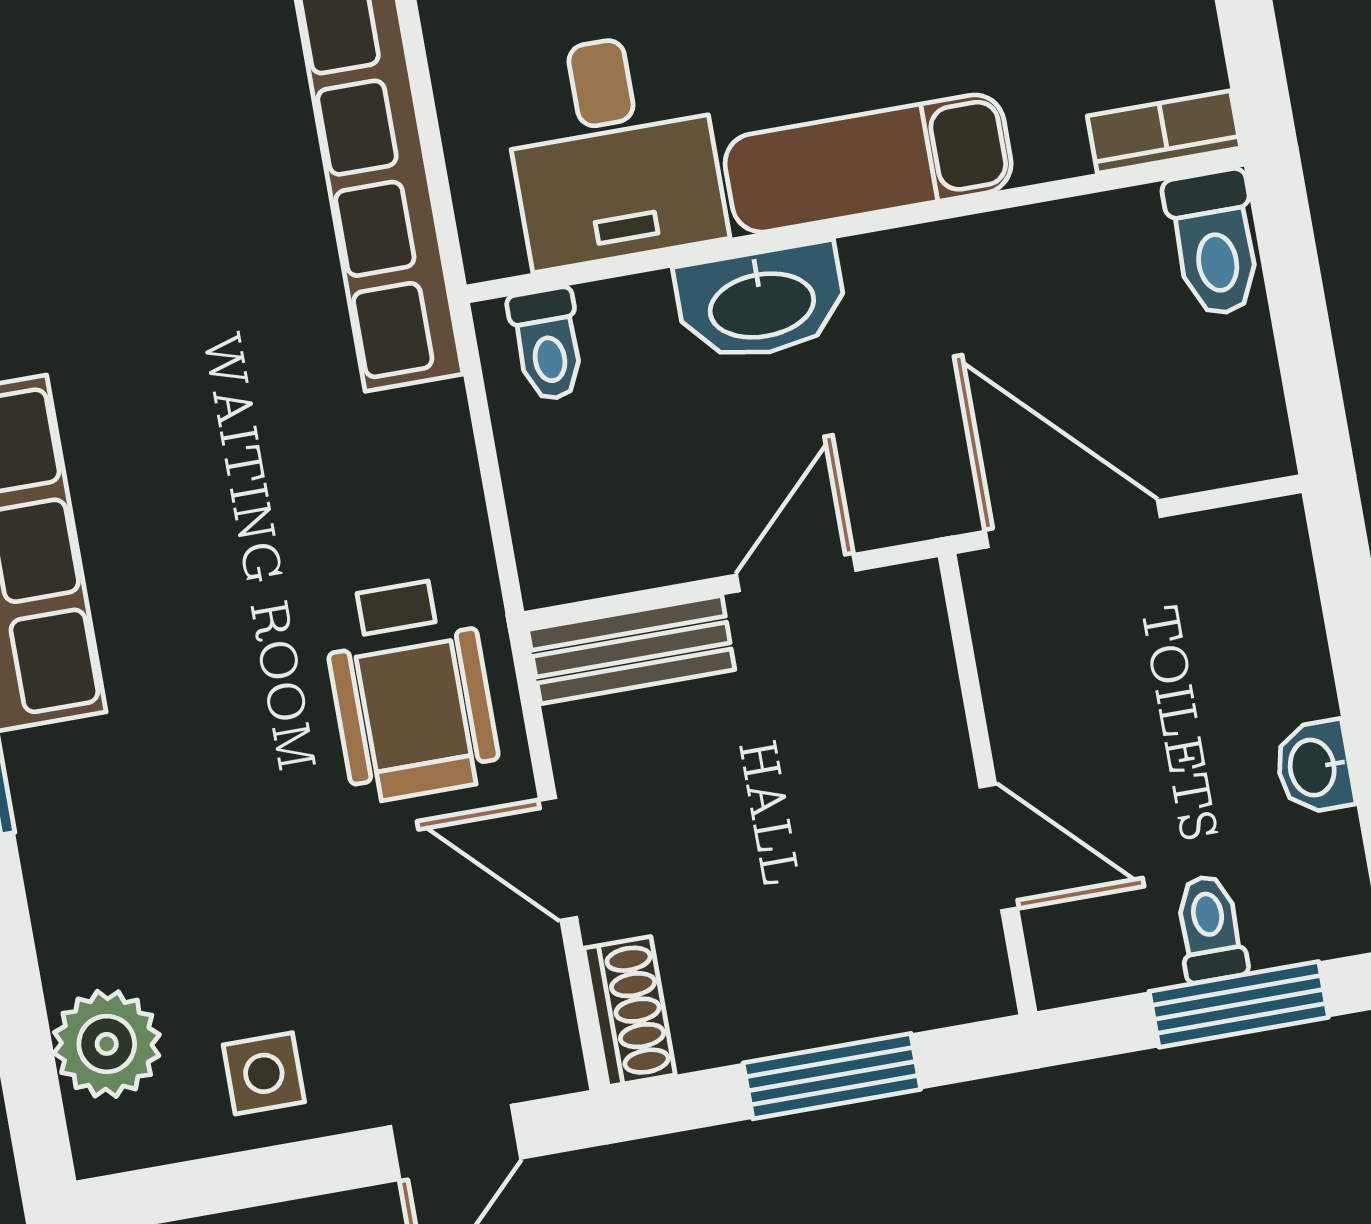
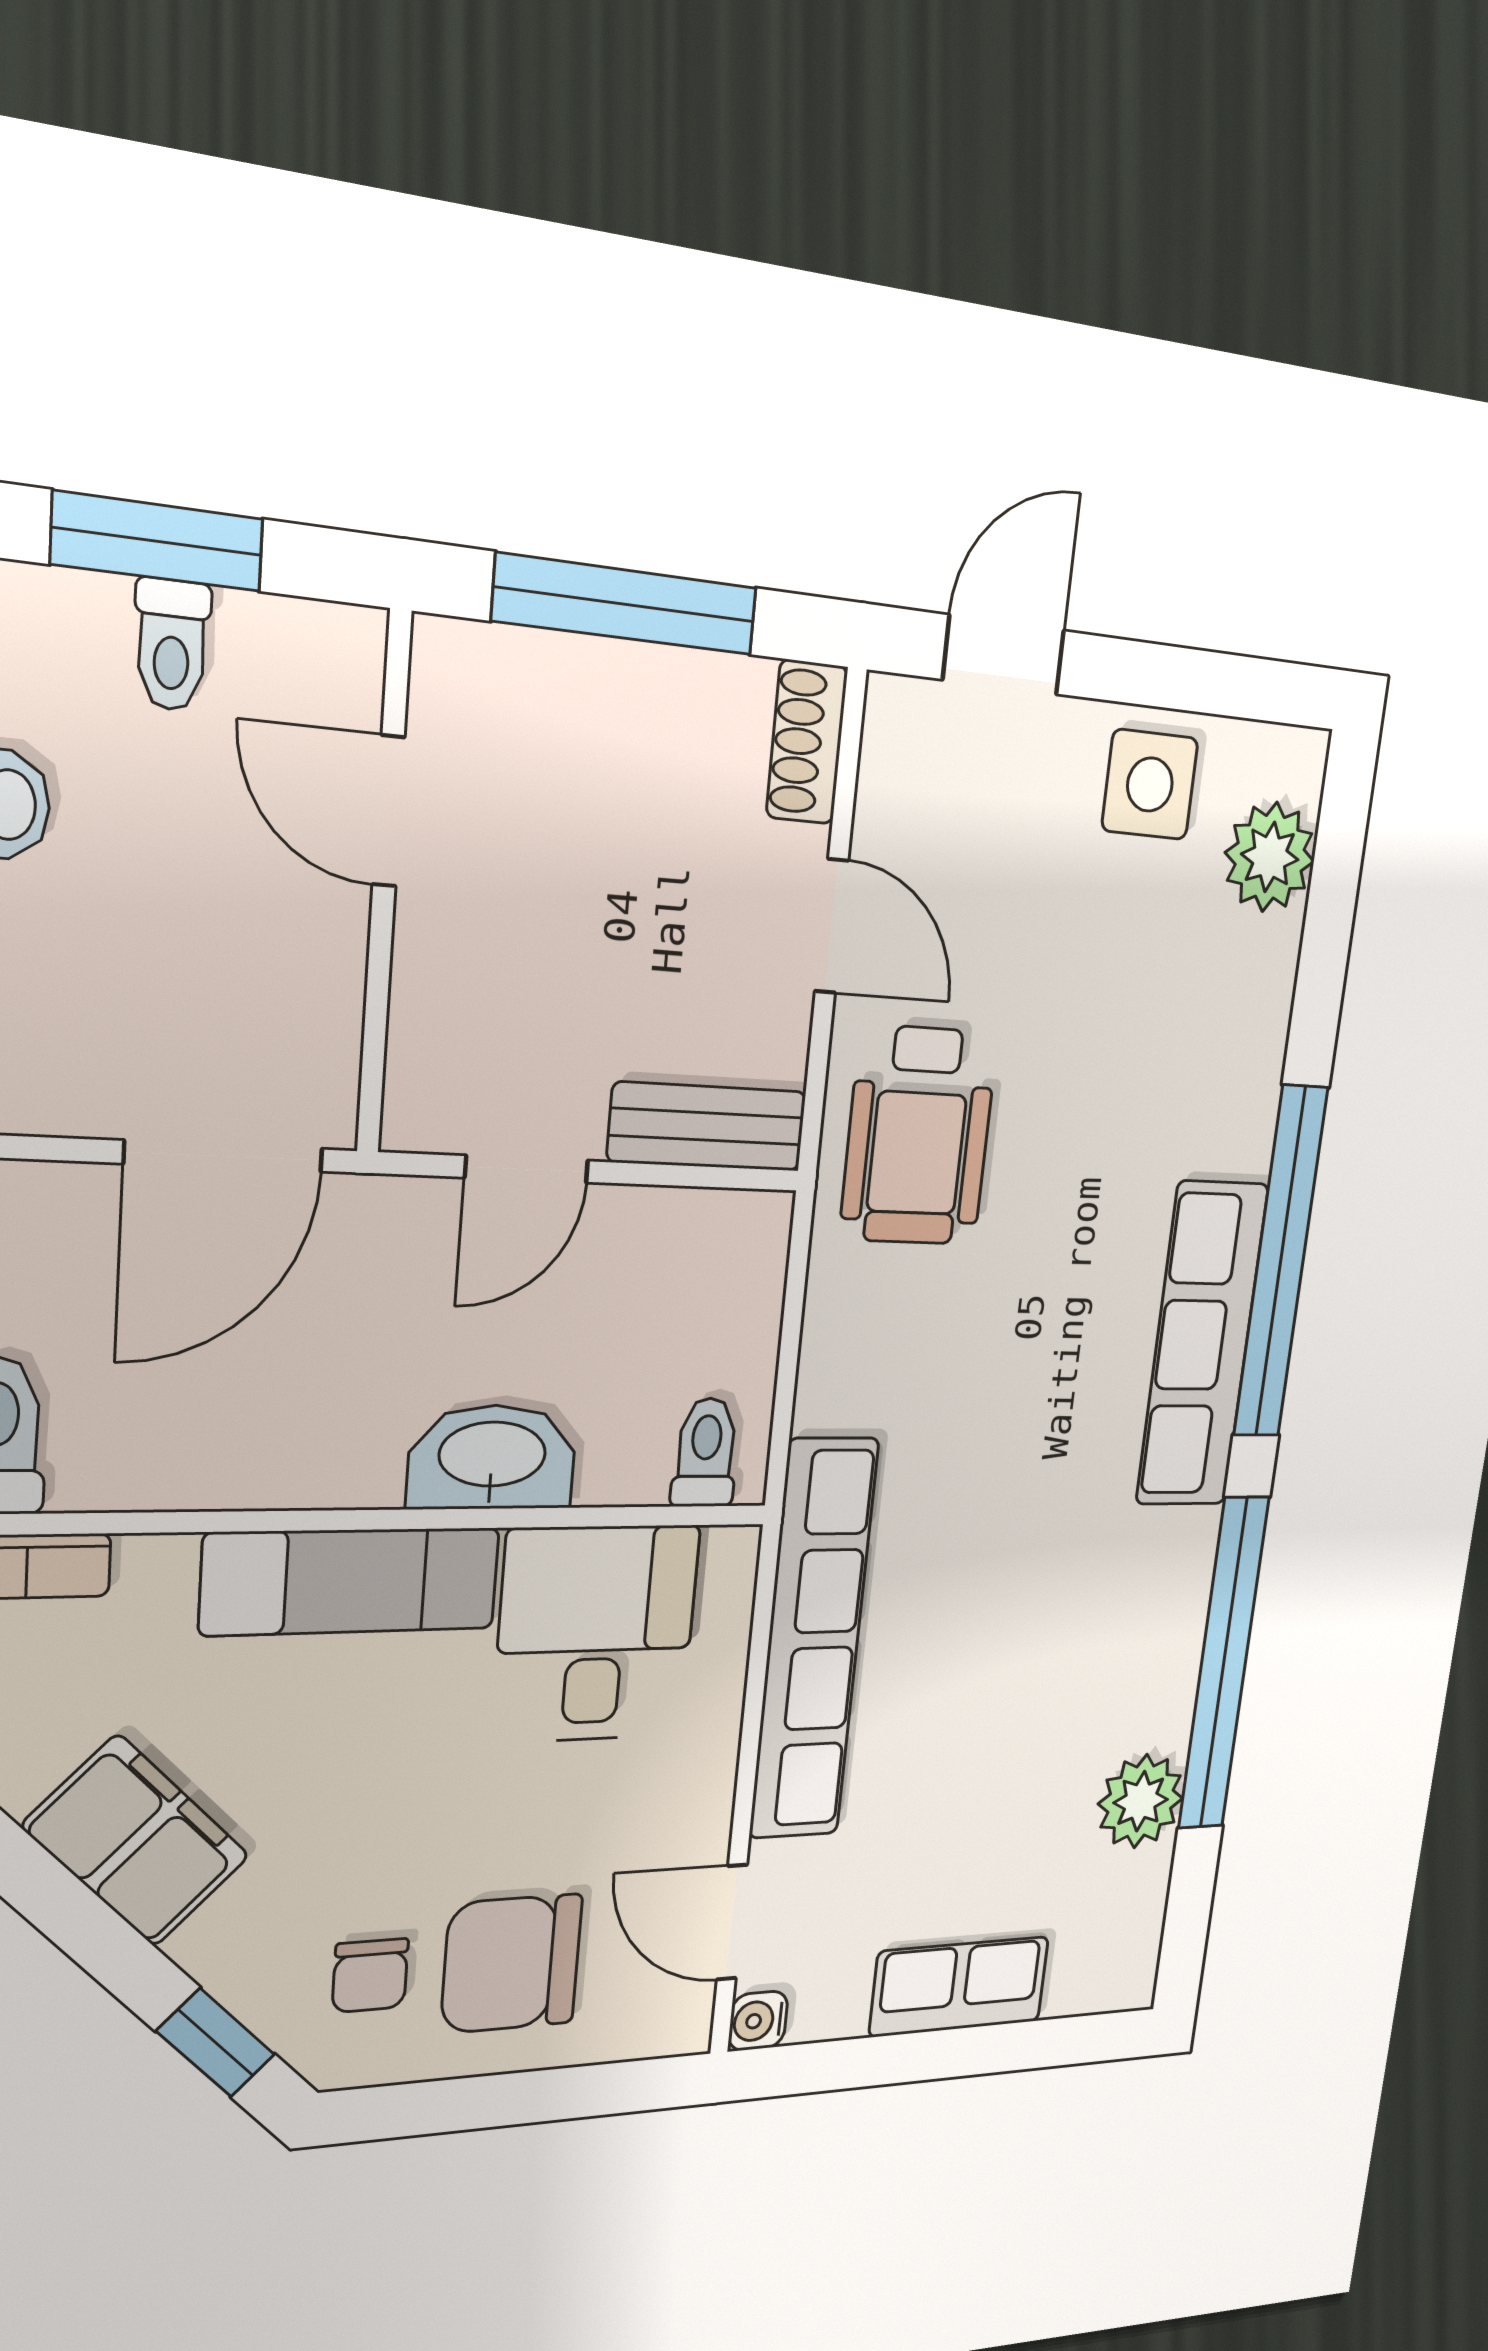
door: (1073, 524) -> (224, 1156), hinge flipped
wheelchair: (411, 690) -> (918, 1136), turned 180
side table: (264, 1073) -> (1150, 785), width x1.37, depth x1.37
window: (832, 1076) -> (626, 604), width x1.44

